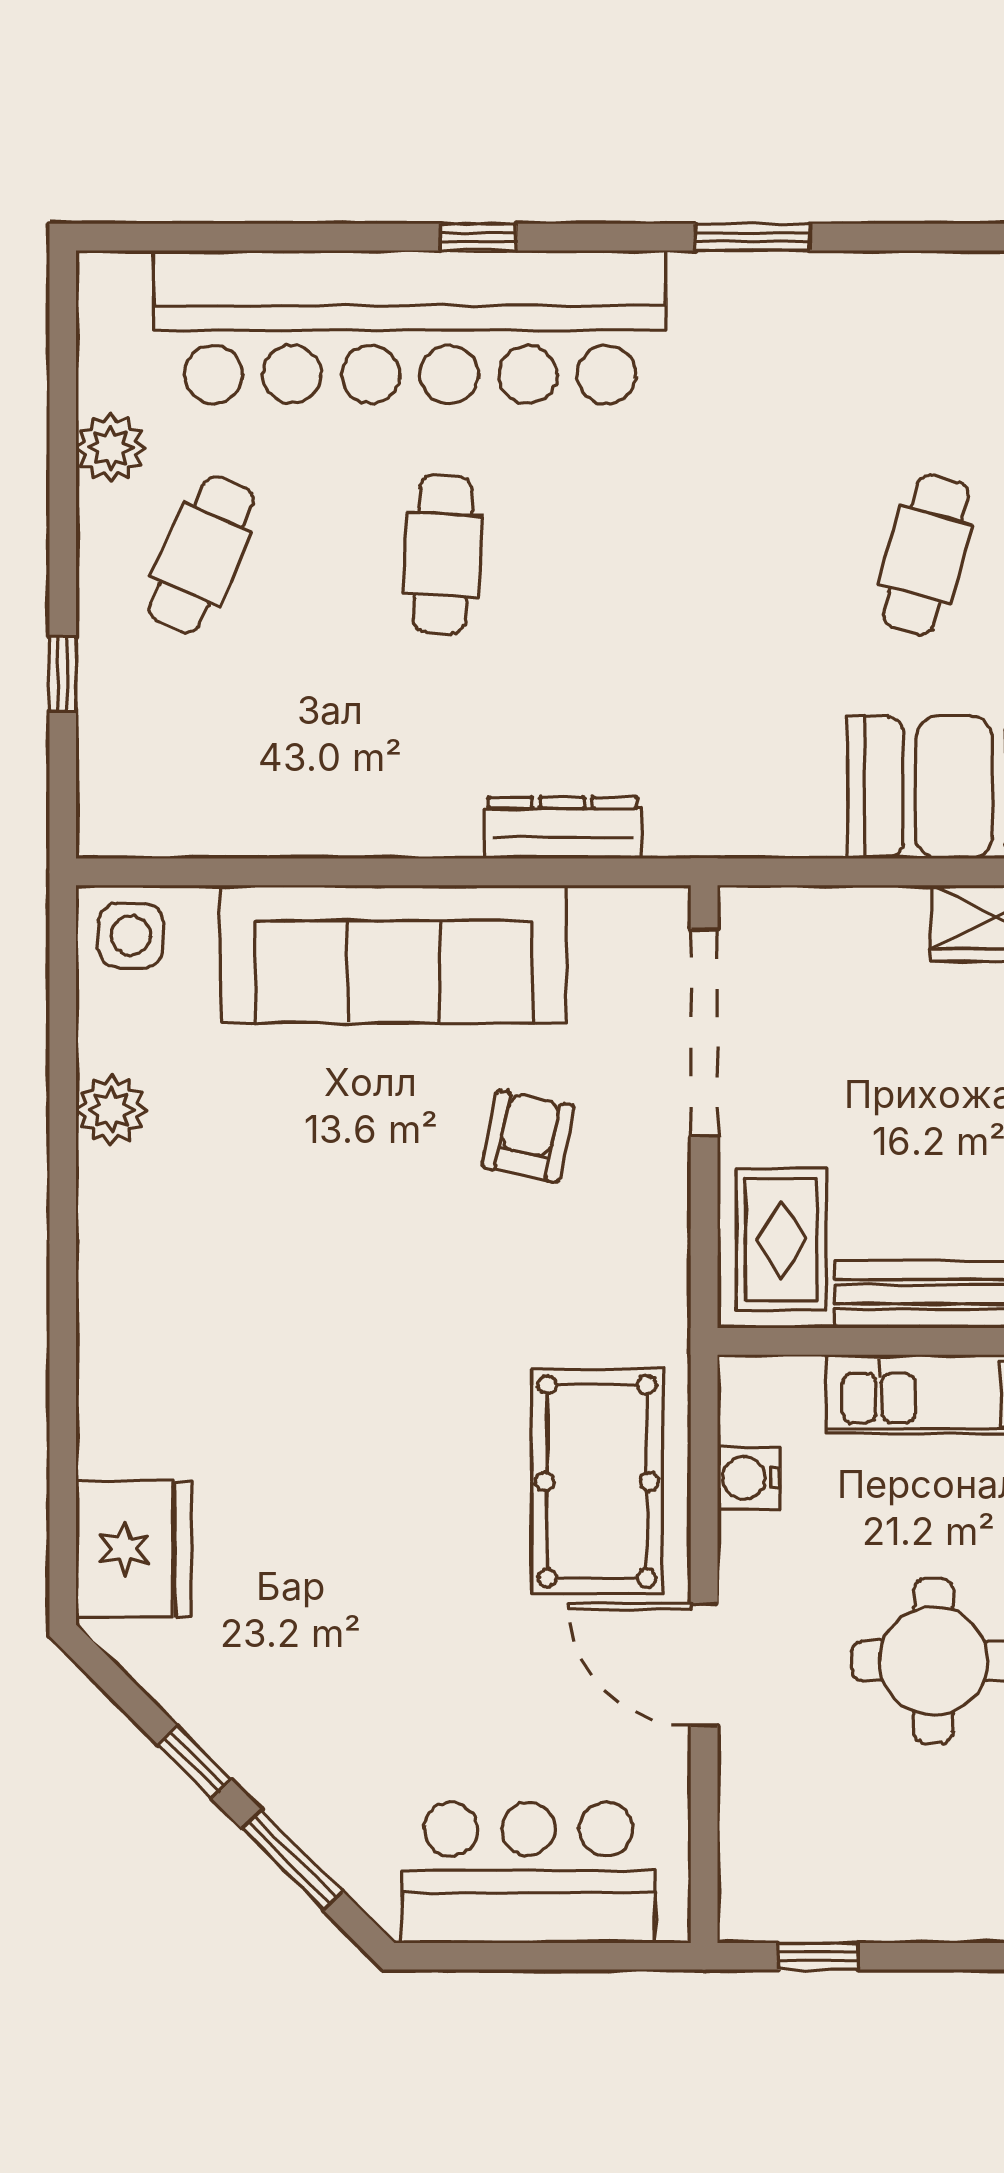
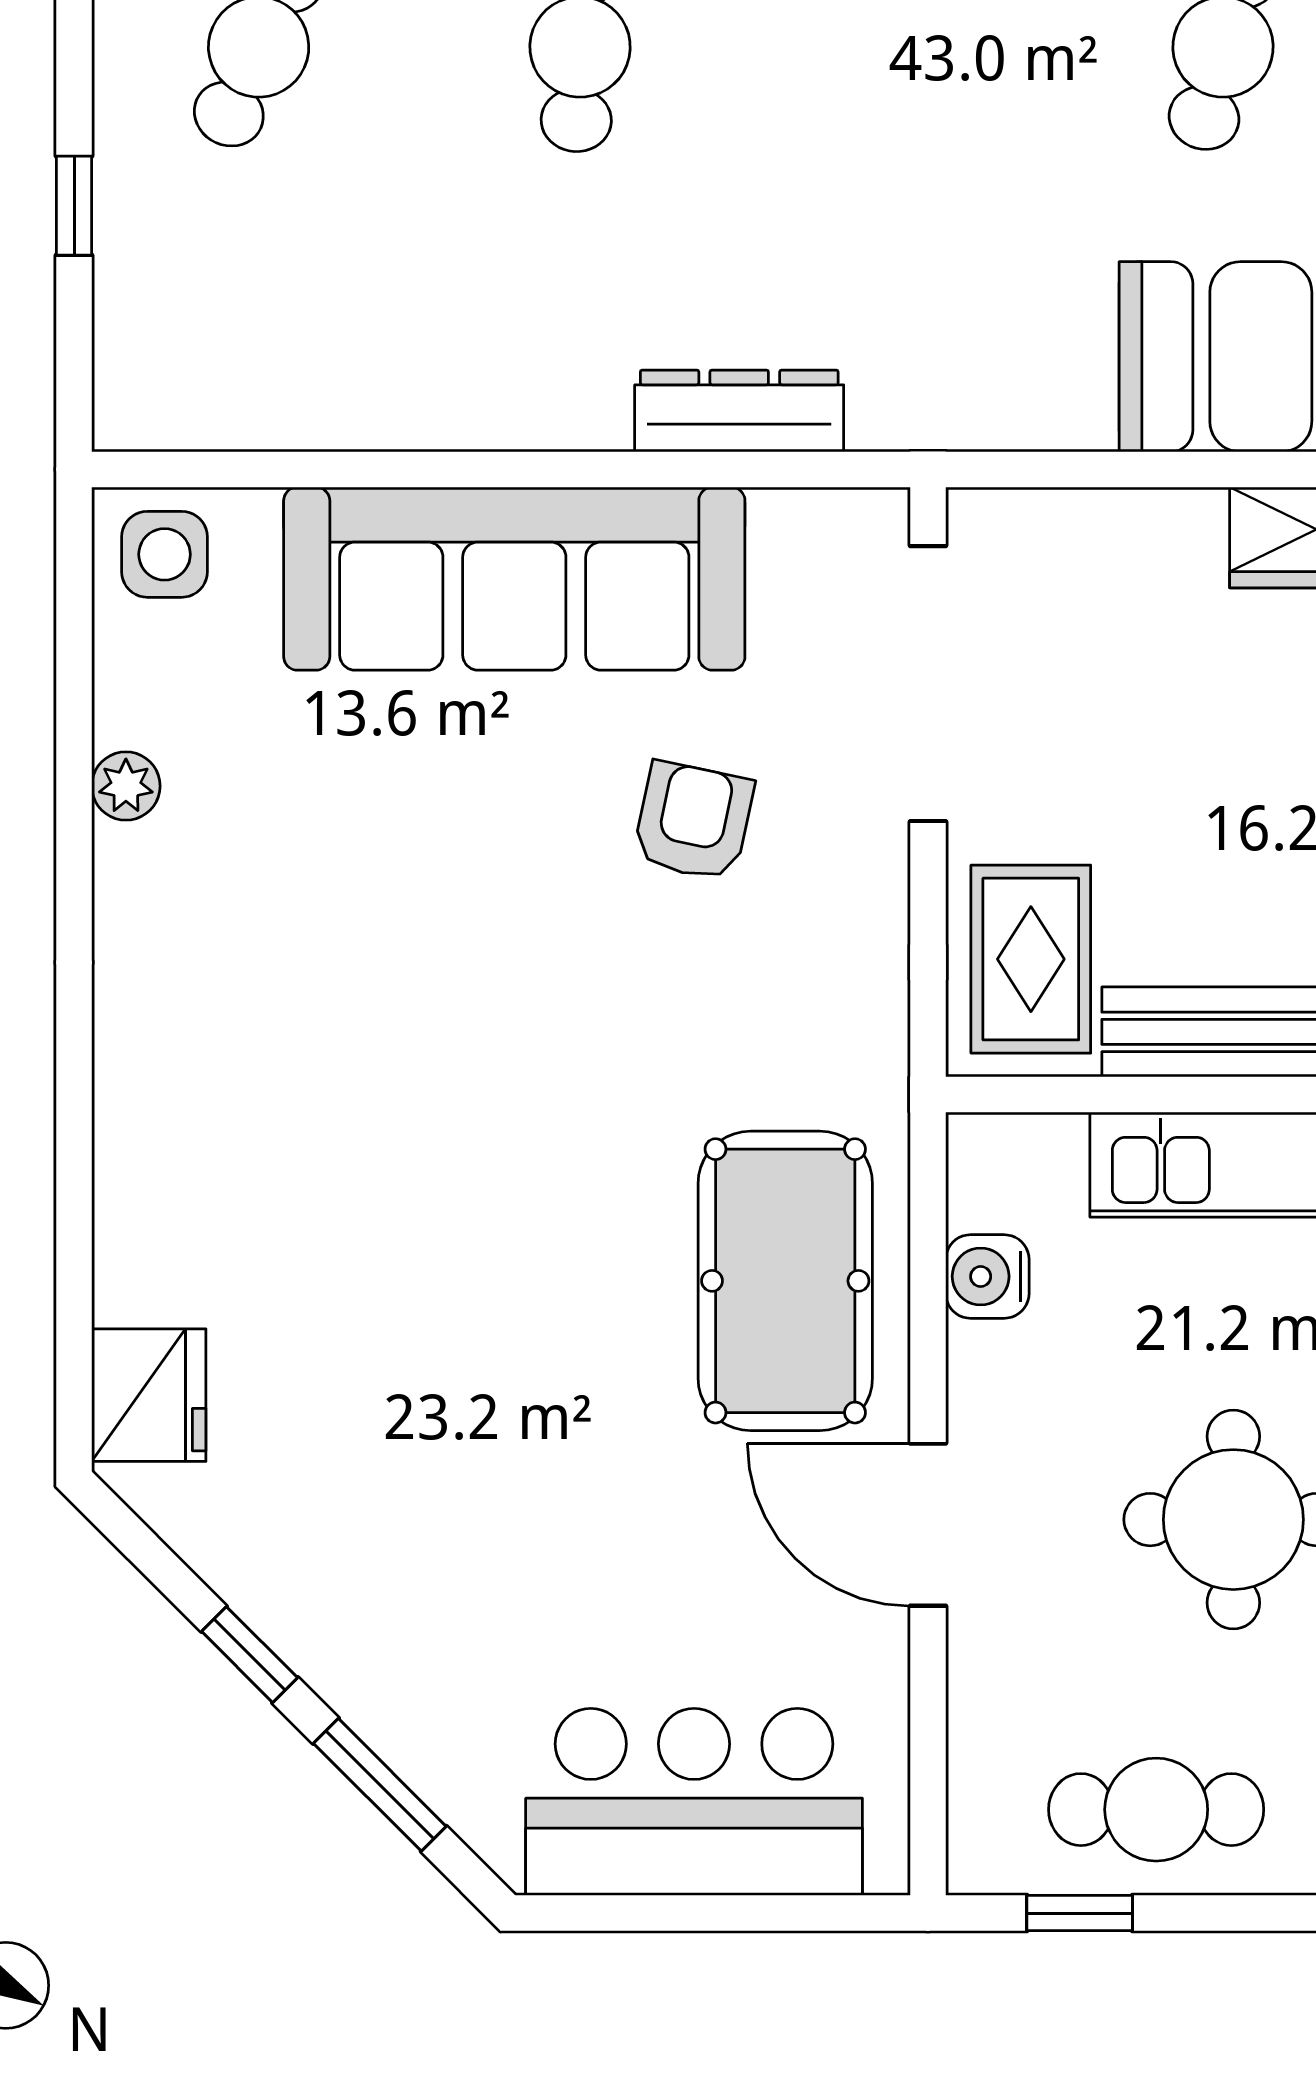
plant: (111, 1110) -> (126, 786), width x0.73, depth x0.73
fridge: (133, 1549) -> (149, 1395), width x0.73, depth x0.75
cafe table: (876, 1879) -> (1156, 1810), added

